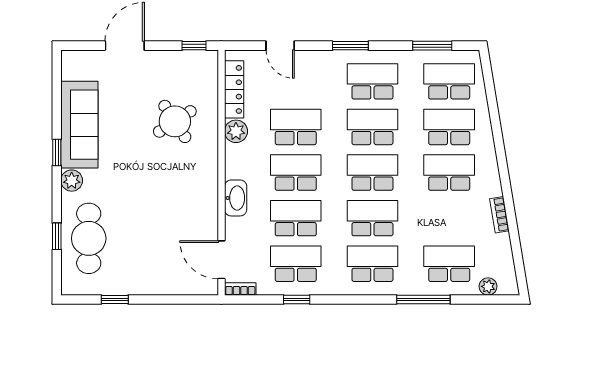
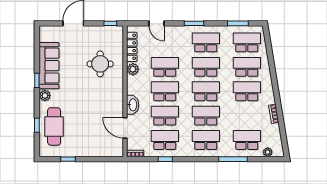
round table: (175, 121) -> (100, 64), turned 33
door: (221, 260) -> (125, 128), moved

